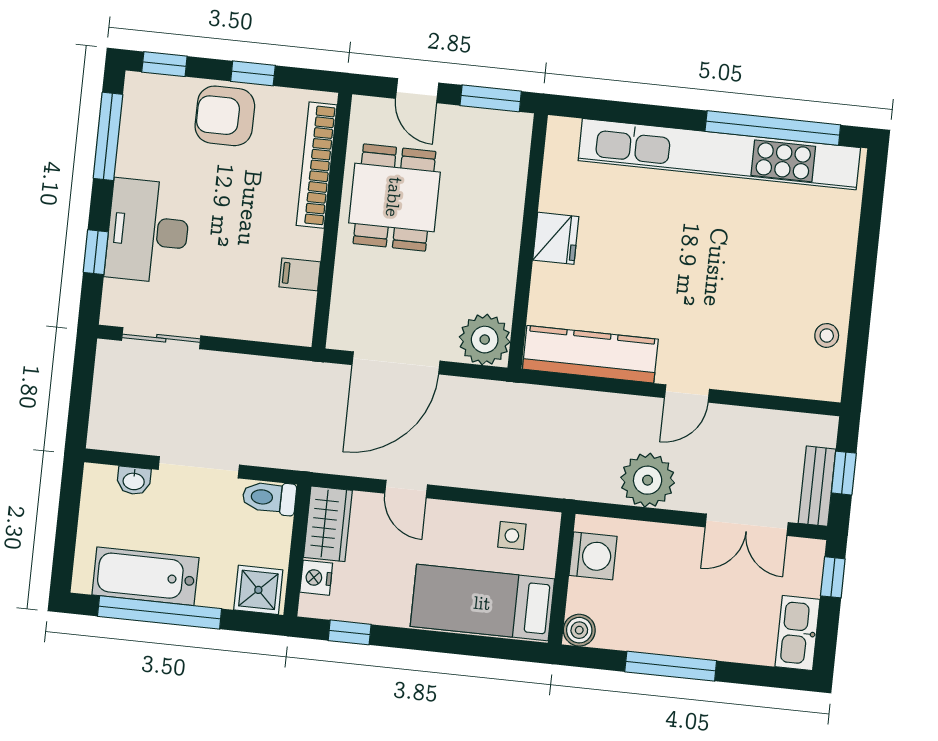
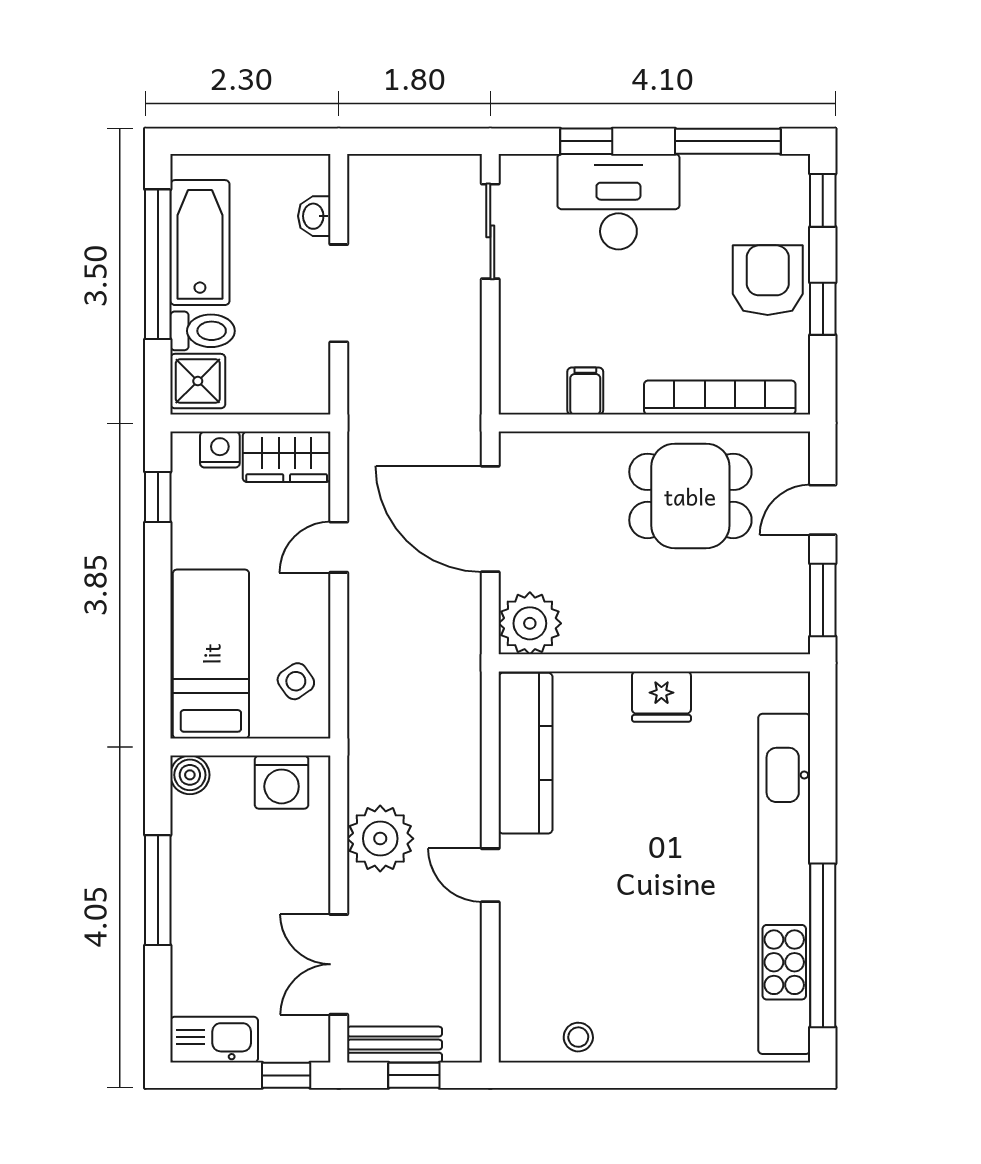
toilet: (269, 498) -> (203, 331), moved, turned 90
side table: (512, 536) -> (296, 681), turned -35

